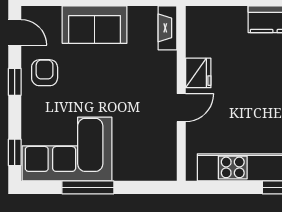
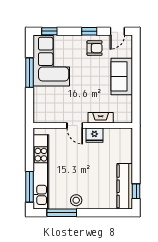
fireplace: (168, 28) -> (101, 118), moved

